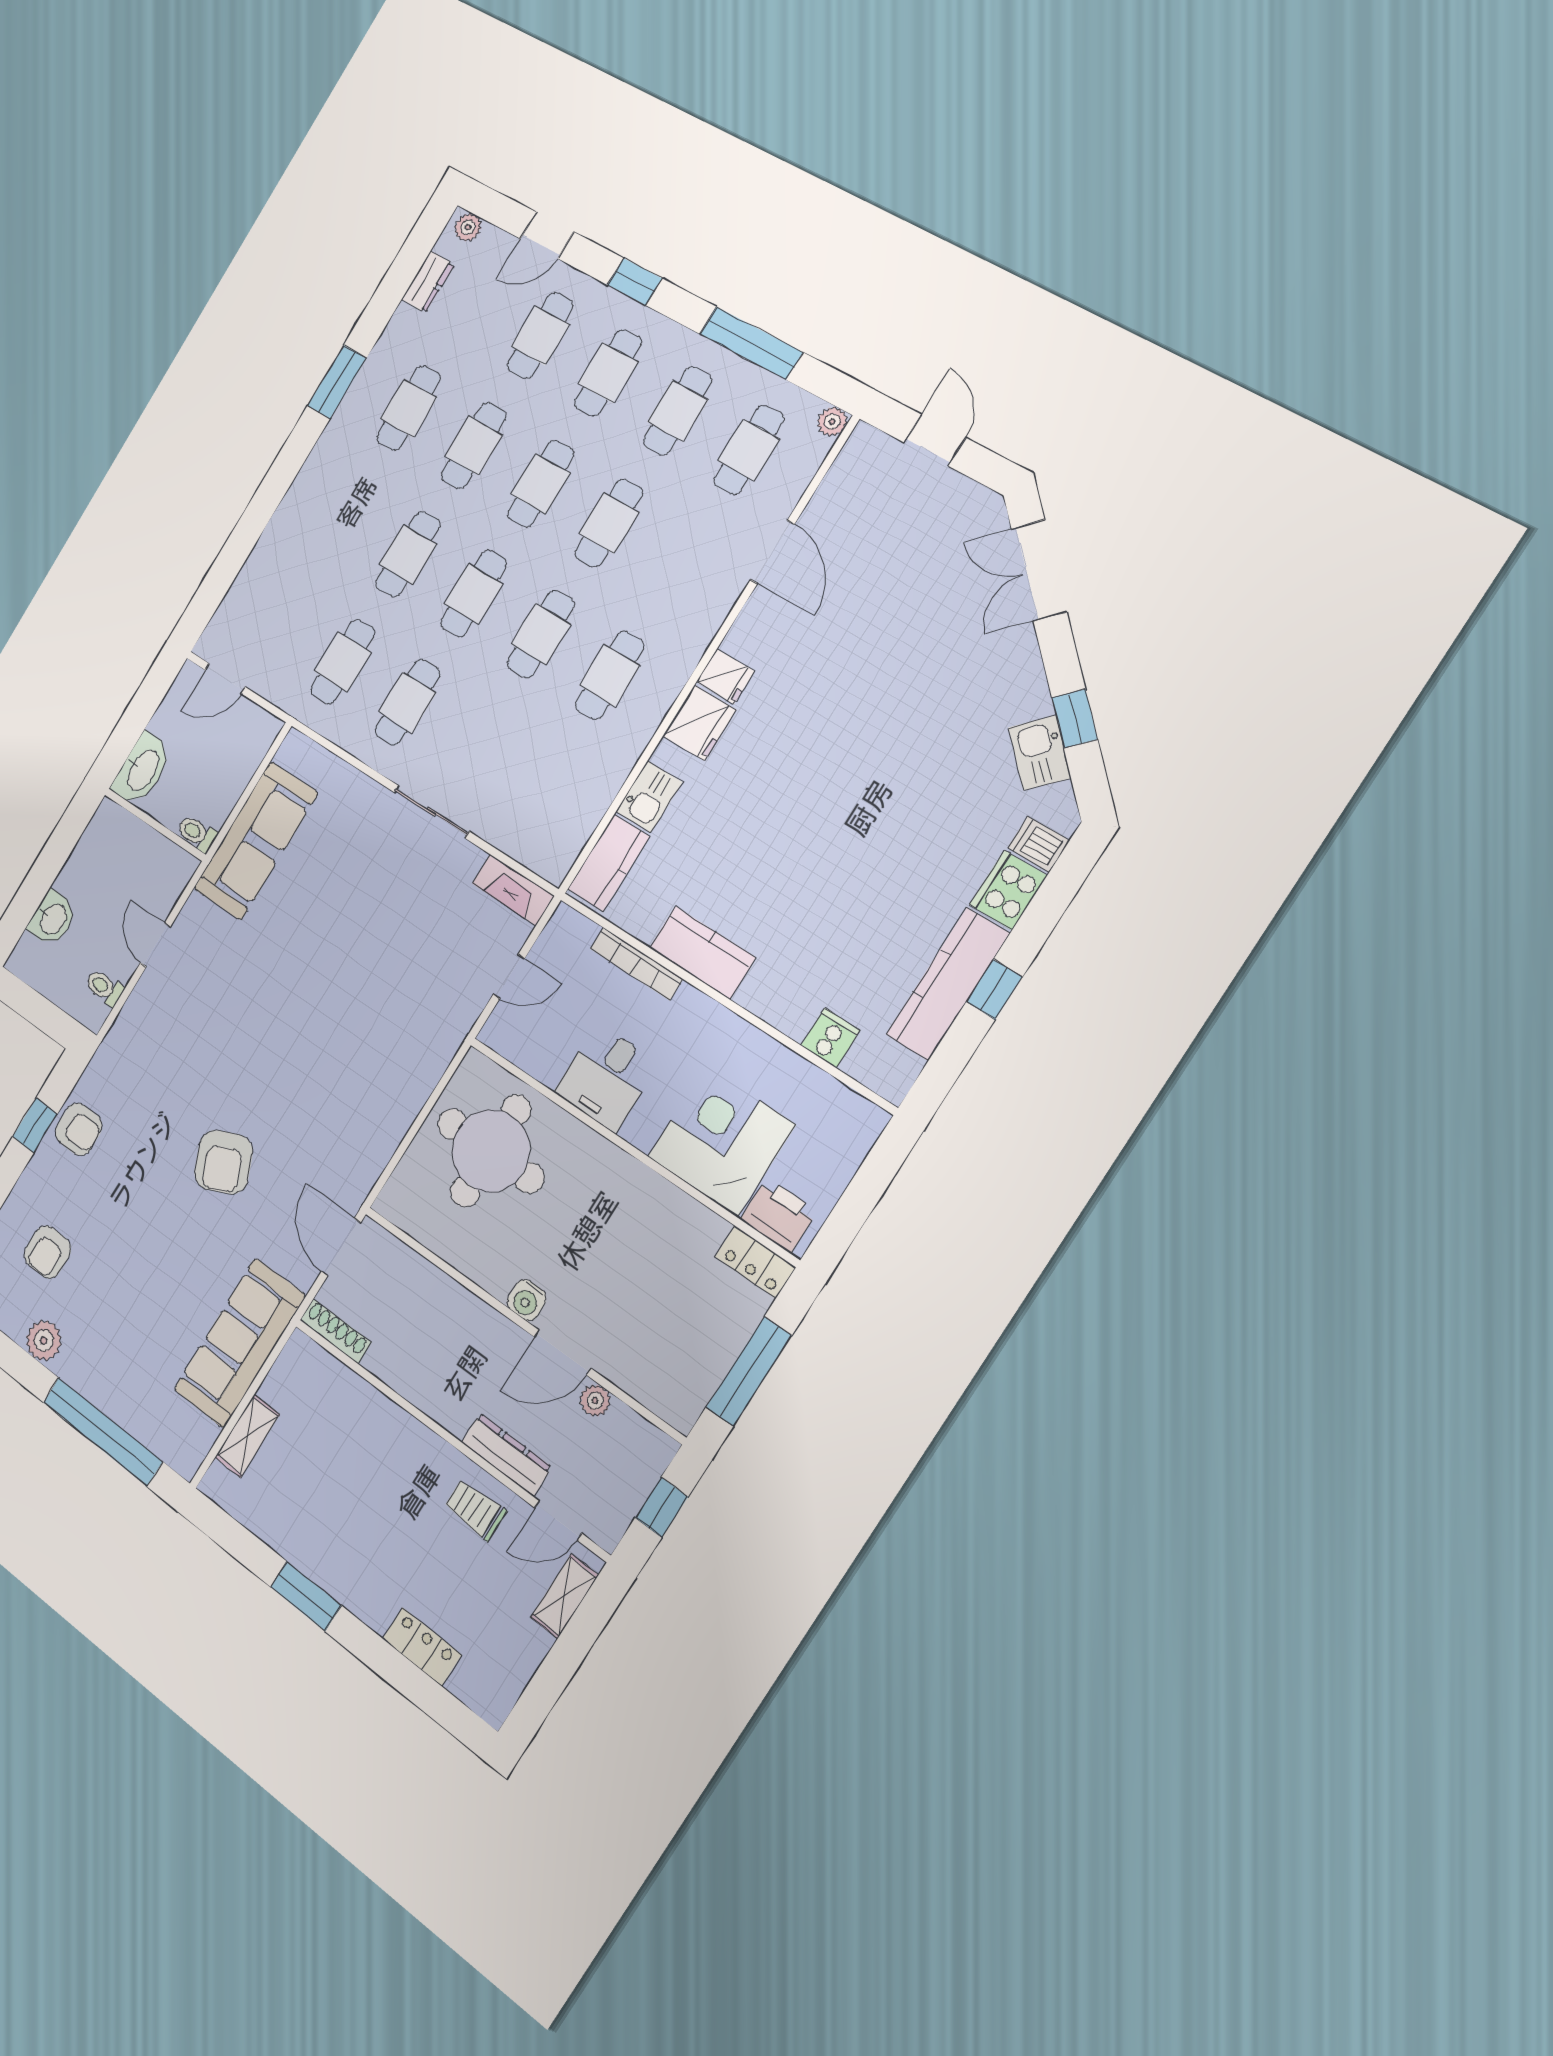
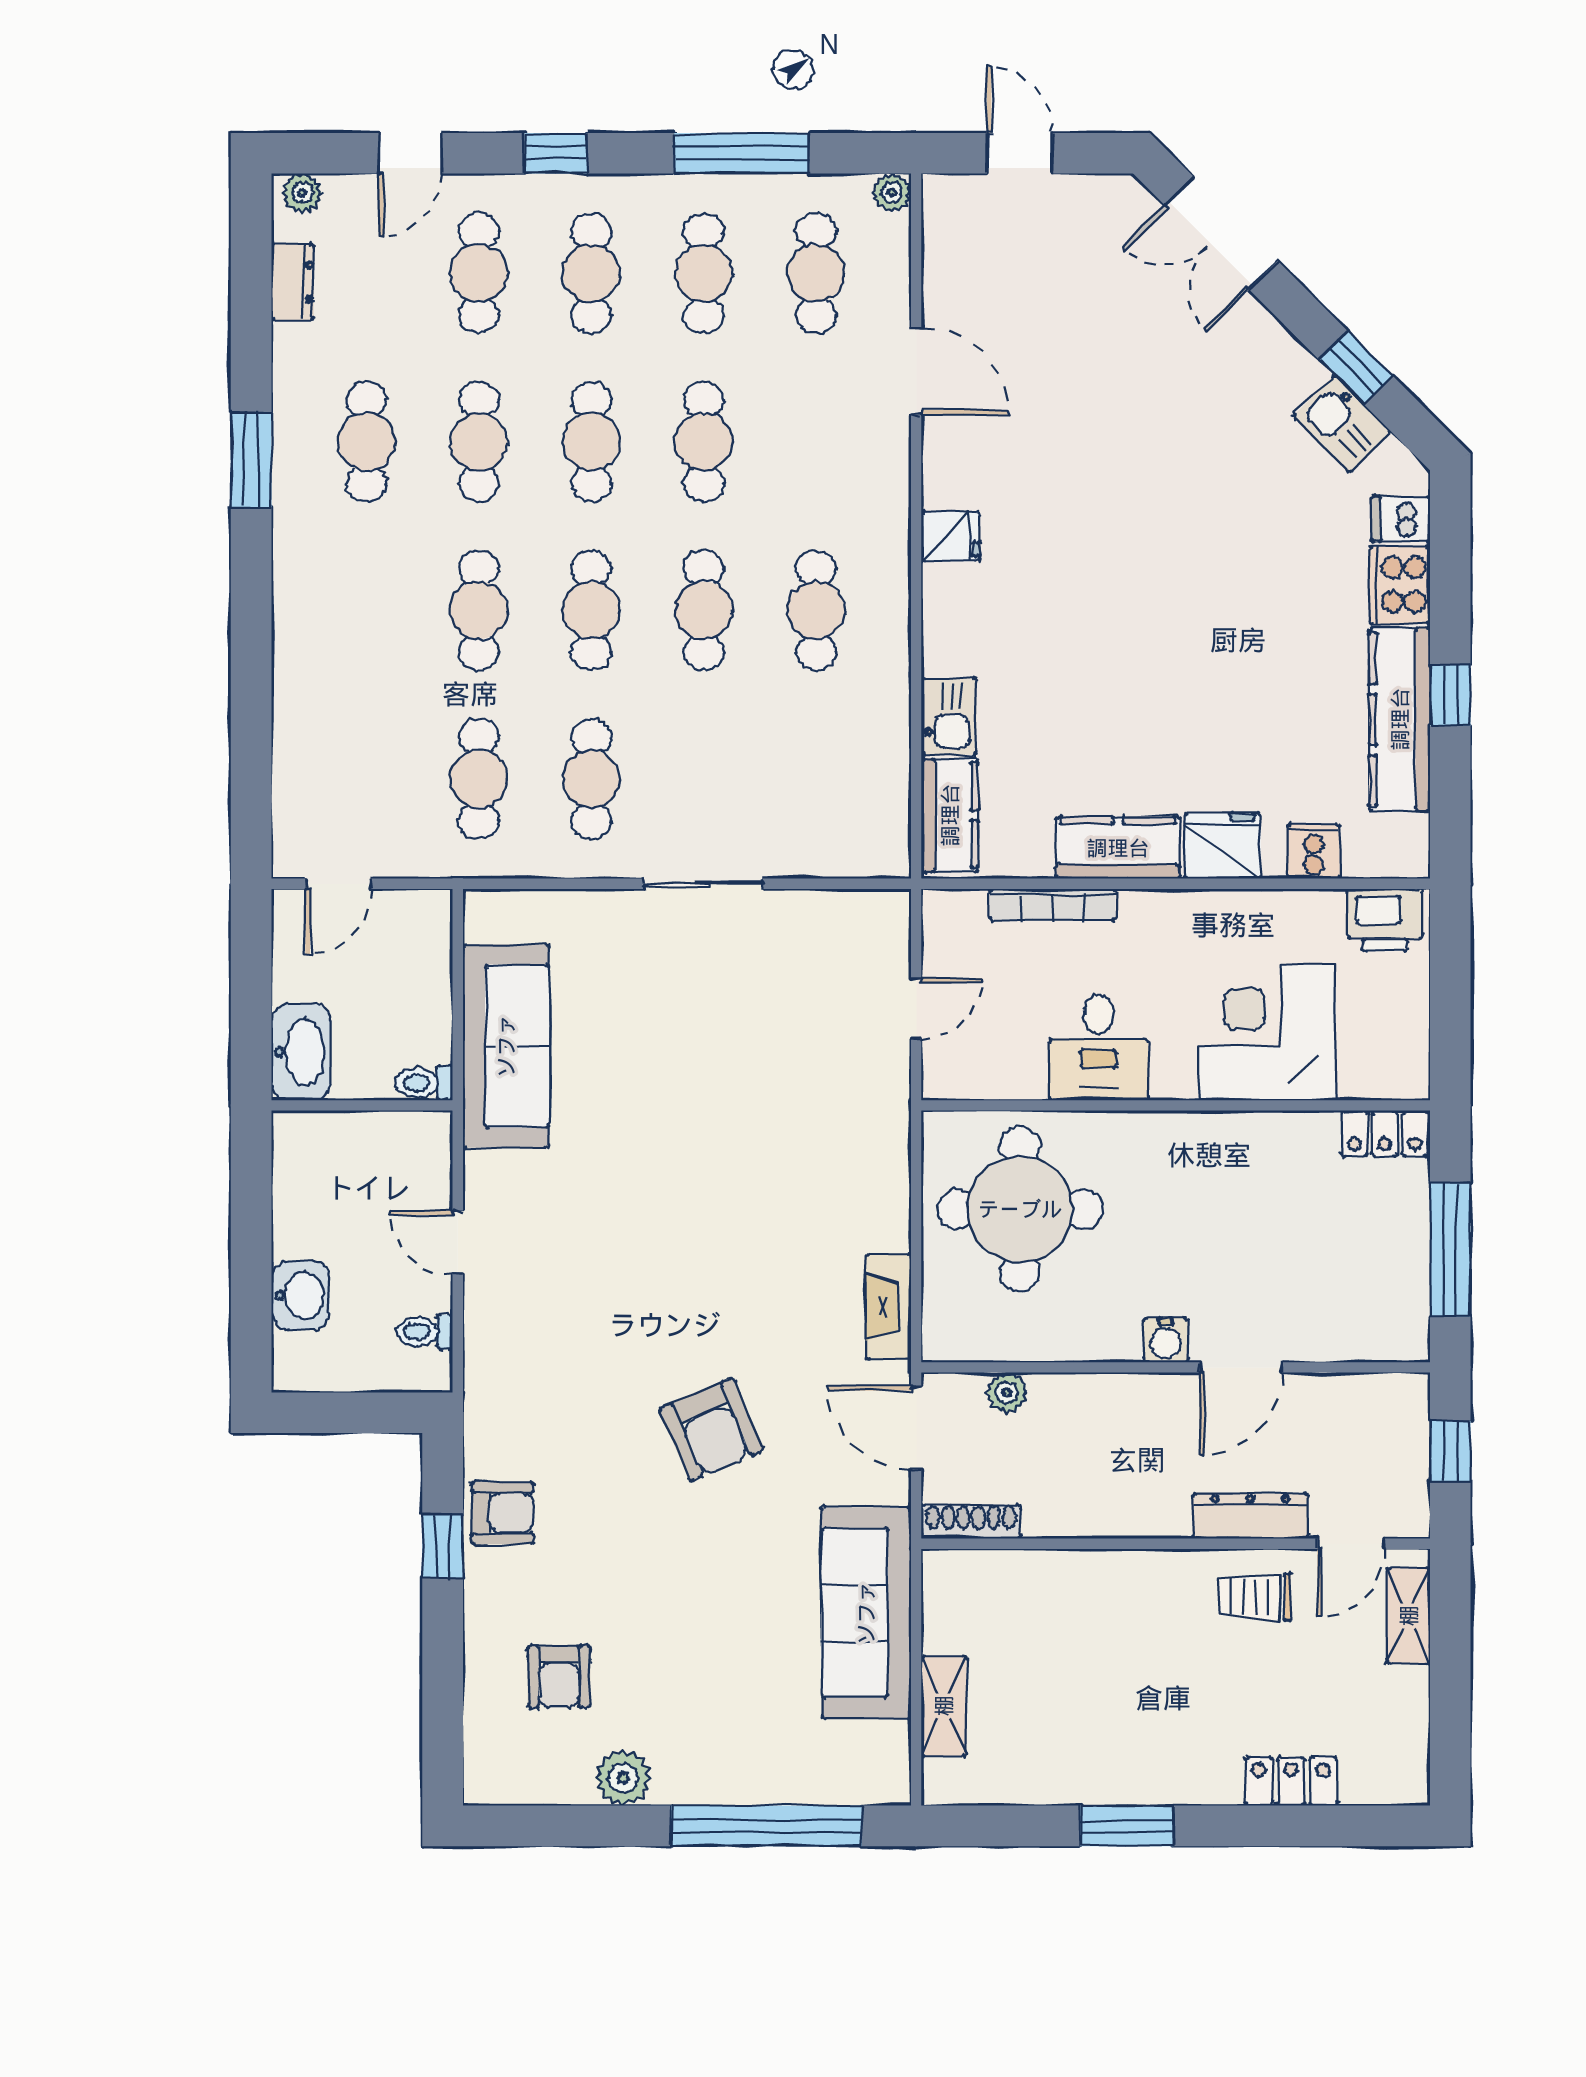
fridge: (700, 723) -> (1222, 846), moved, turned -90
fireplace: (513, 890) -> (889, 1307), moved, turned 90
printer: (779, 1215) -> (1385, 920), moved, turned 180
plant: (595, 1401) -> (1007, 1392), moved

